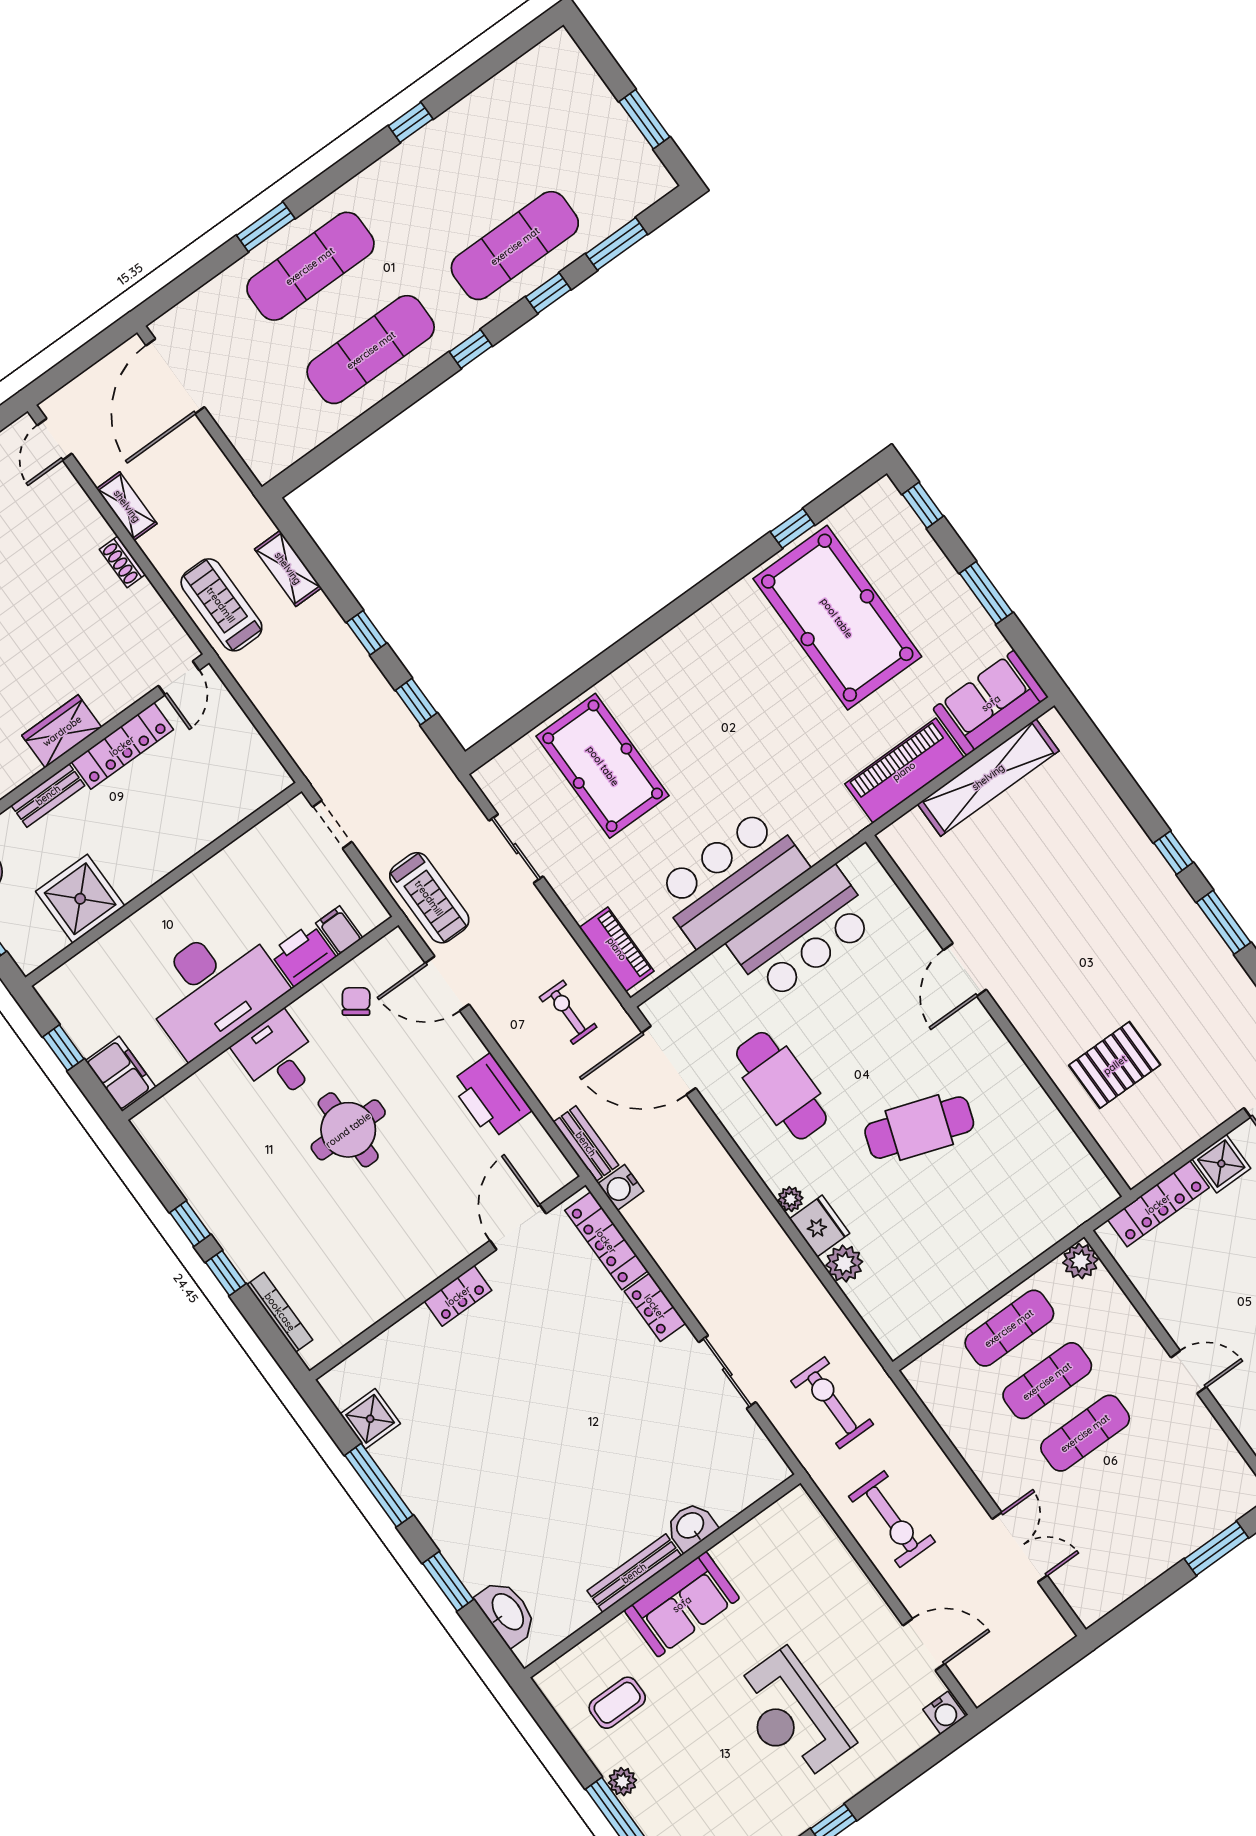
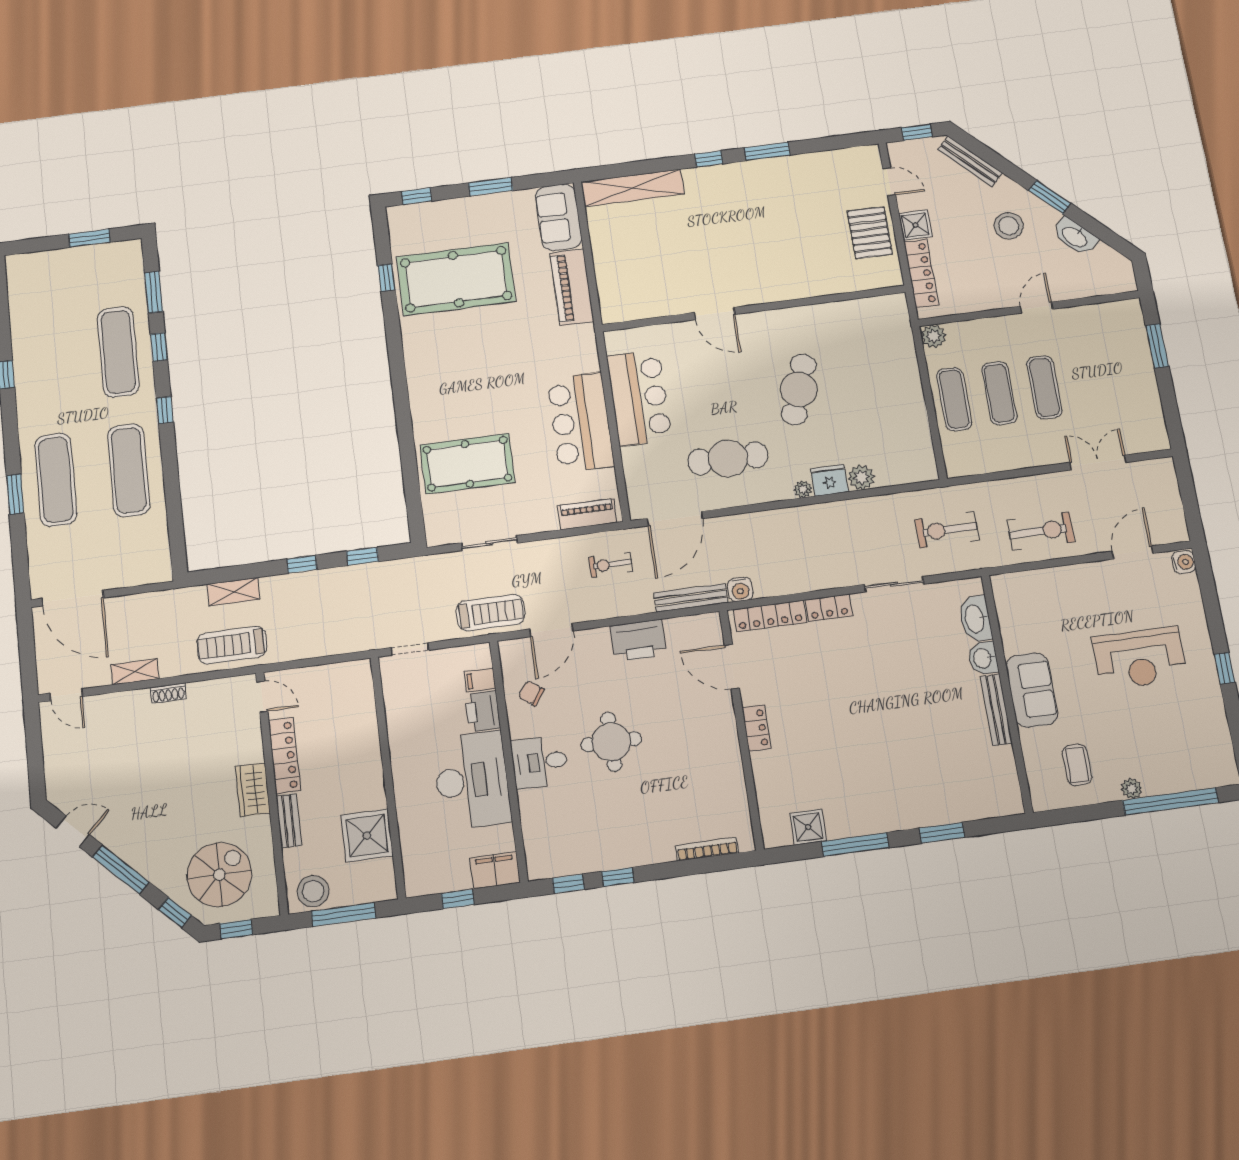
shelving: (988, 777) -> (633, 188), moved, turned 90
pallet: (1115, 1065) -> (870, 233), moved
bench: (586, 1144) -> (691, 598), width x1.36
window: (226, 1273) -> (568, 884), moved
washbasin: (507, 1612) -> (975, 619), moved, turned -90

